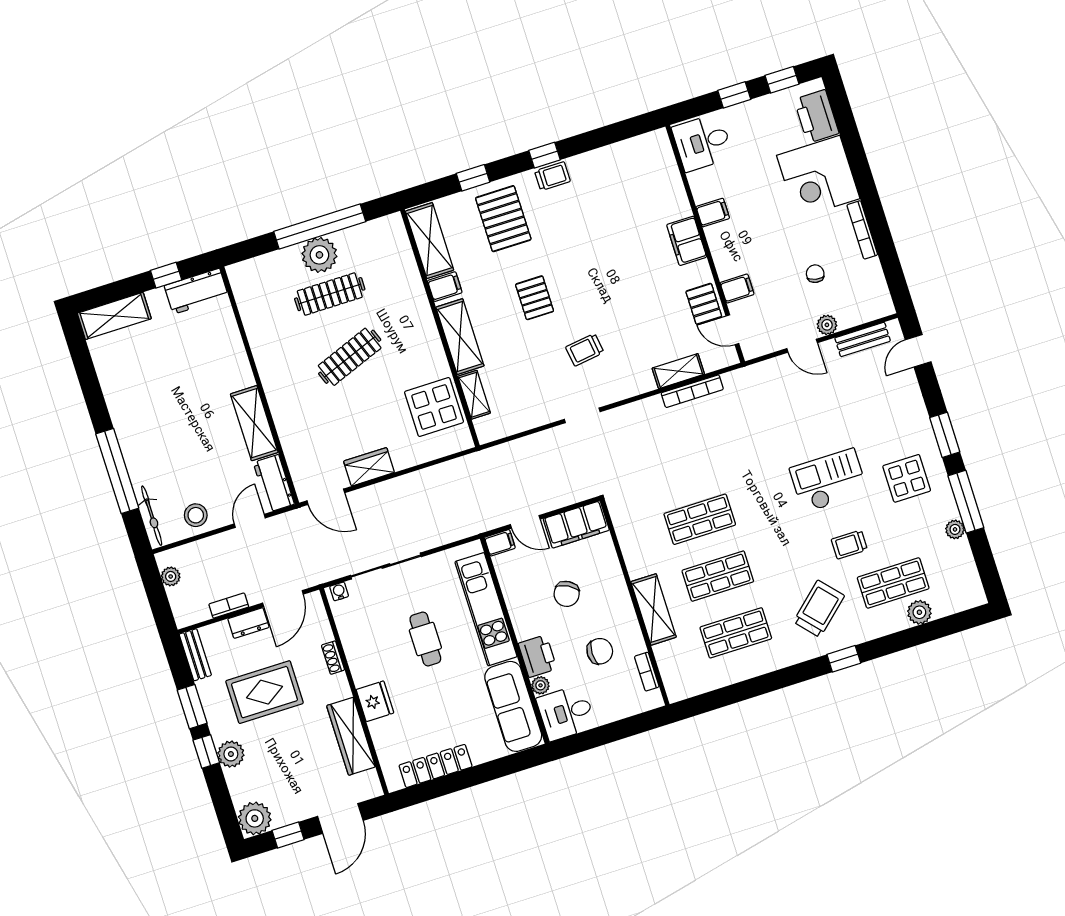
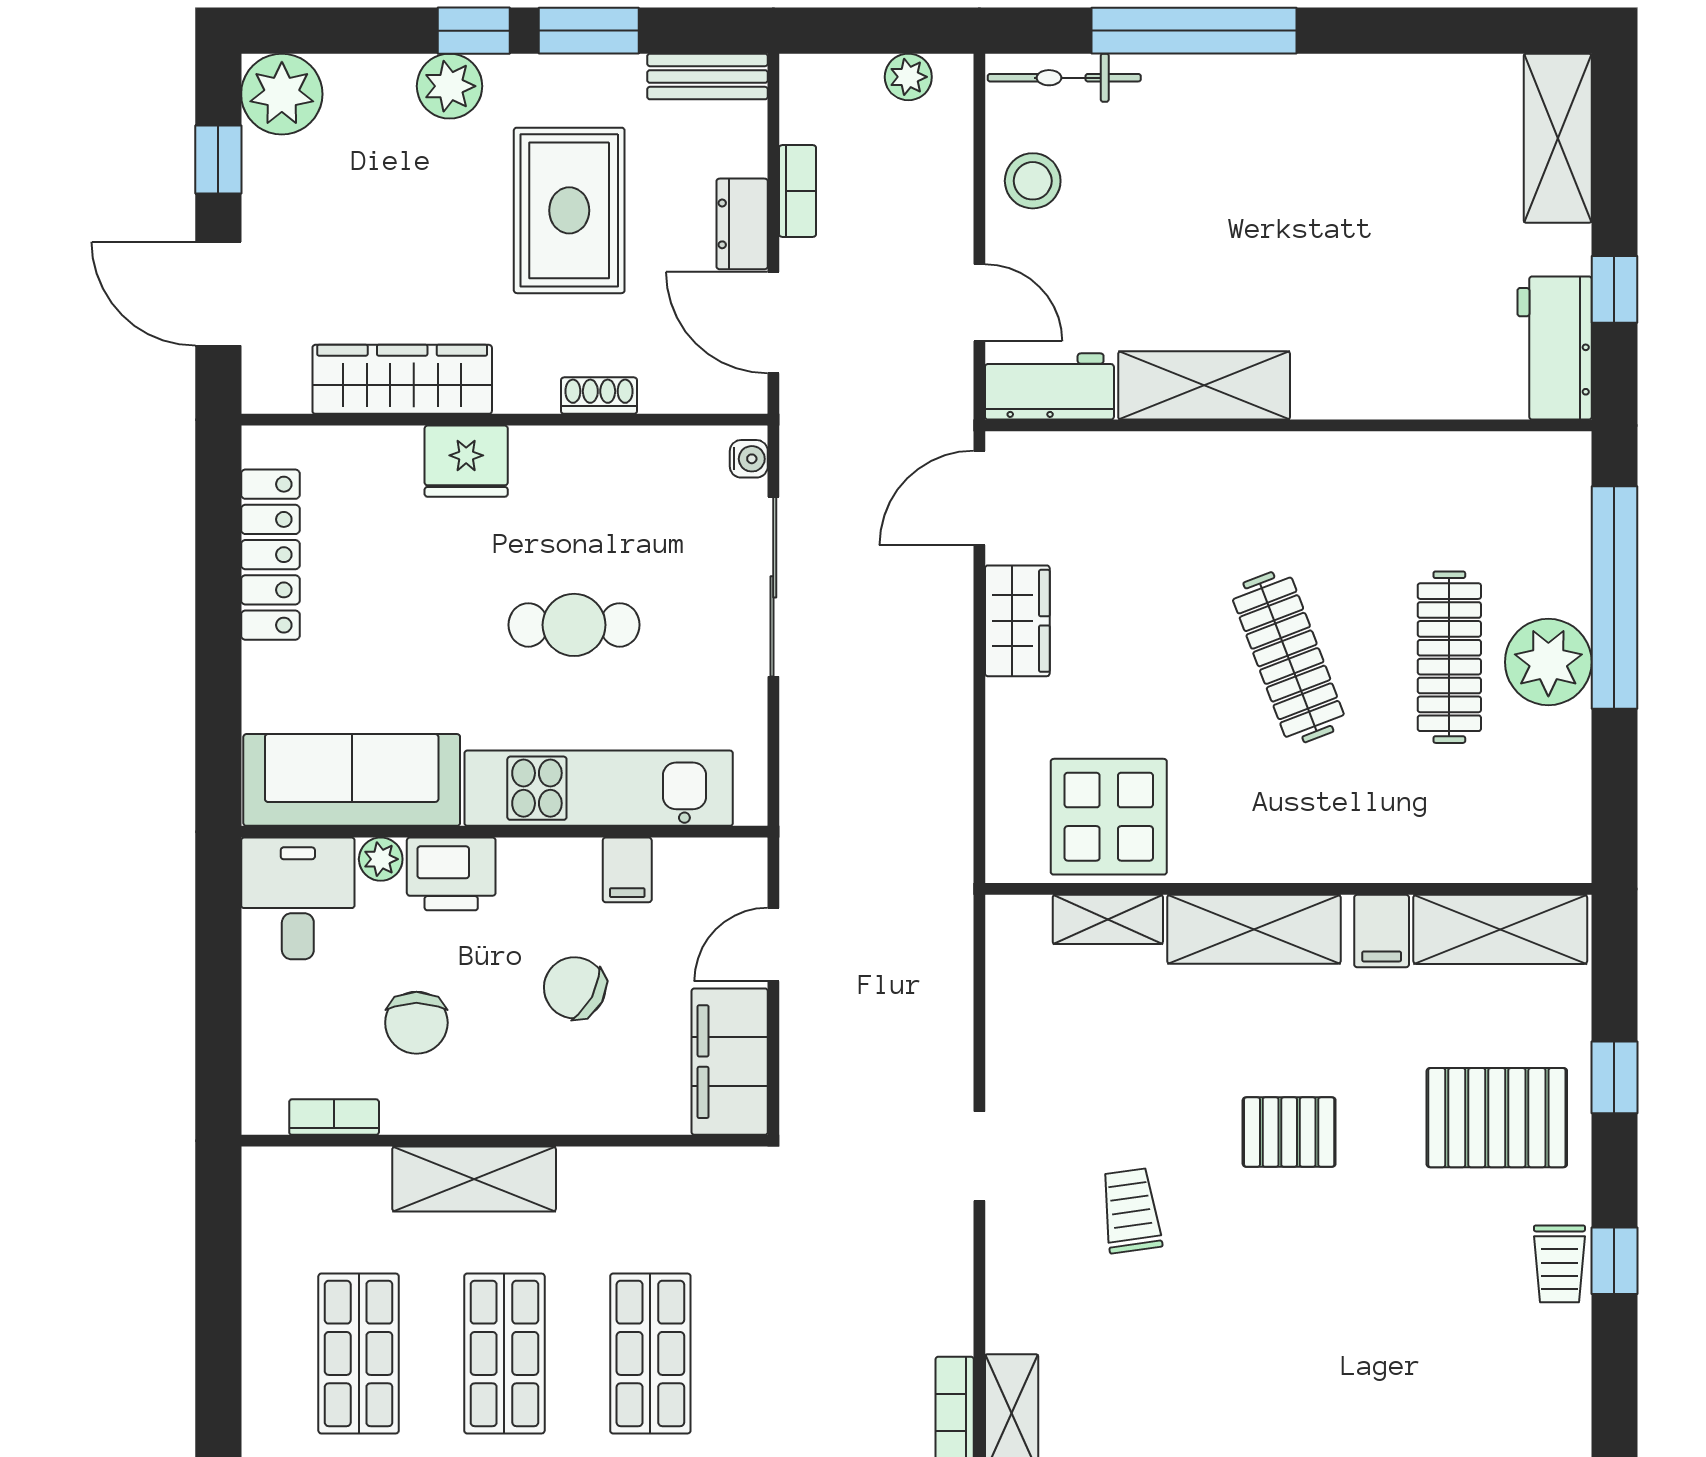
window: (320, 226) -> (1614, 597), moved
filing cabinet: (500, 543) -> (627, 870), moved

